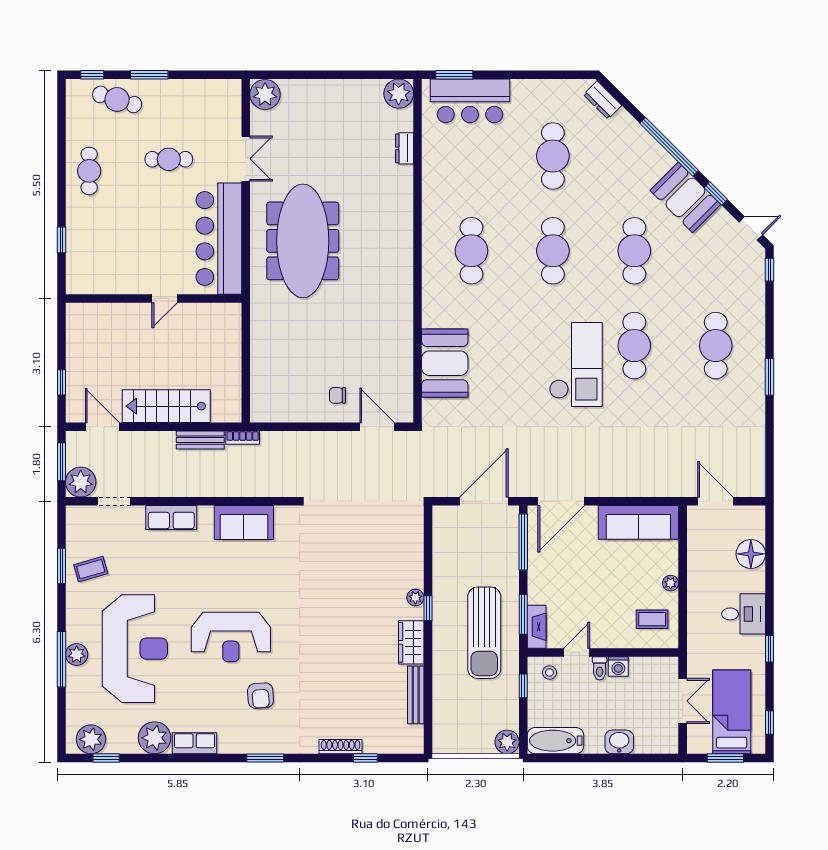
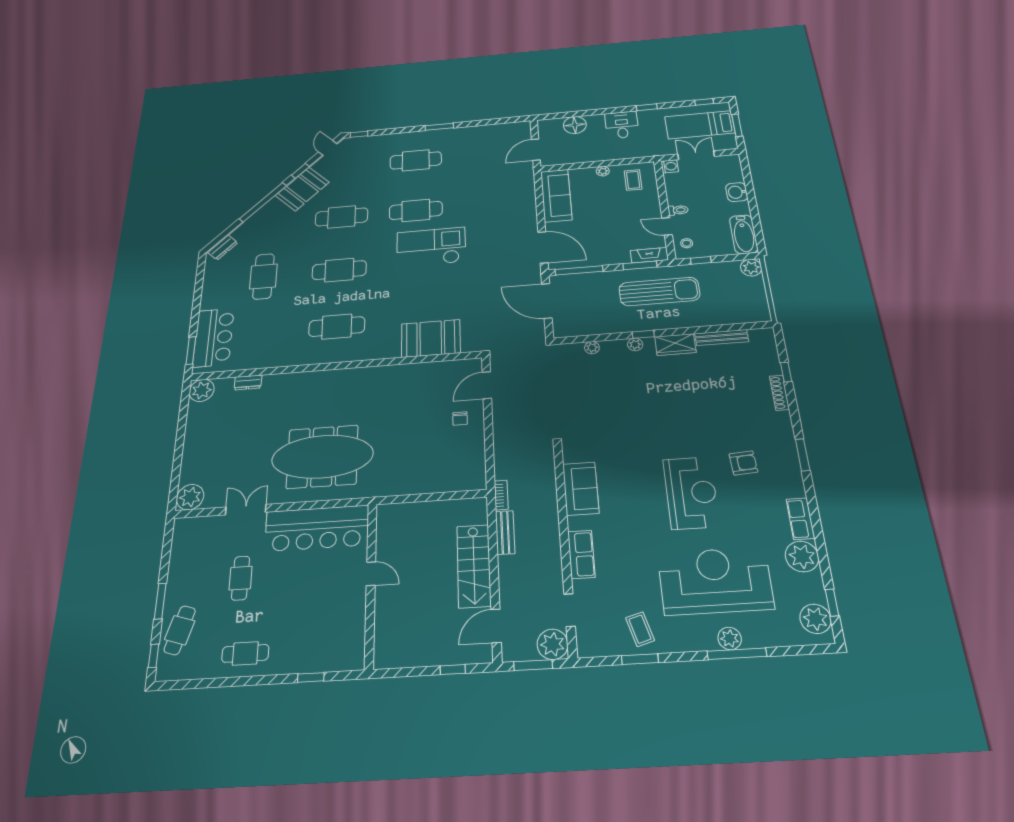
cafe table: (553, 156) -> (263, 276), turned 90
plant: (416, 549) -> (592, 348), added
washing machine: (618, 666) -> (670, 166), moved

